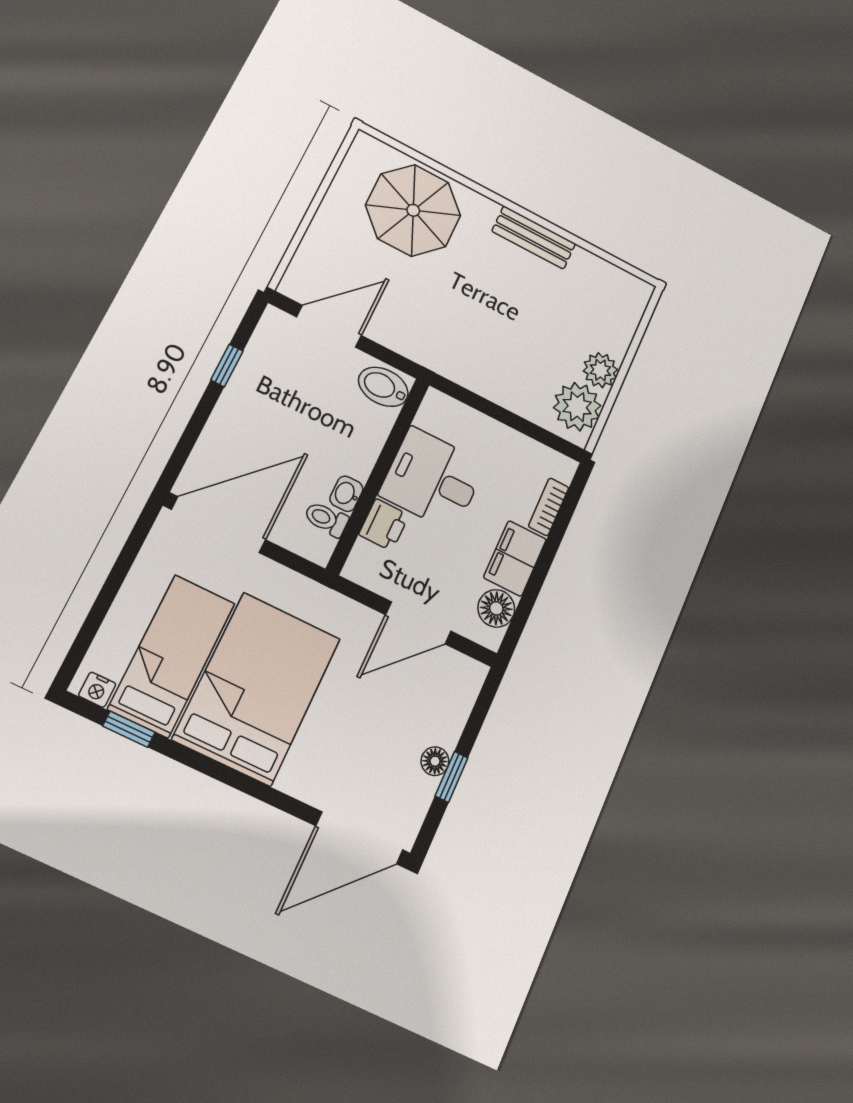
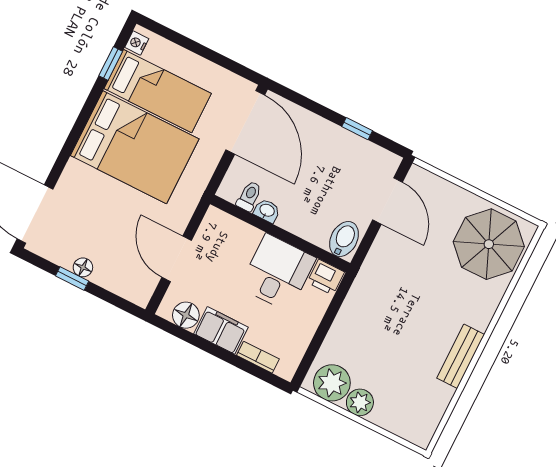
parasol: (413, 210) -> (489, 244), moved
printer: (384, 525) -> (326, 277), moved

